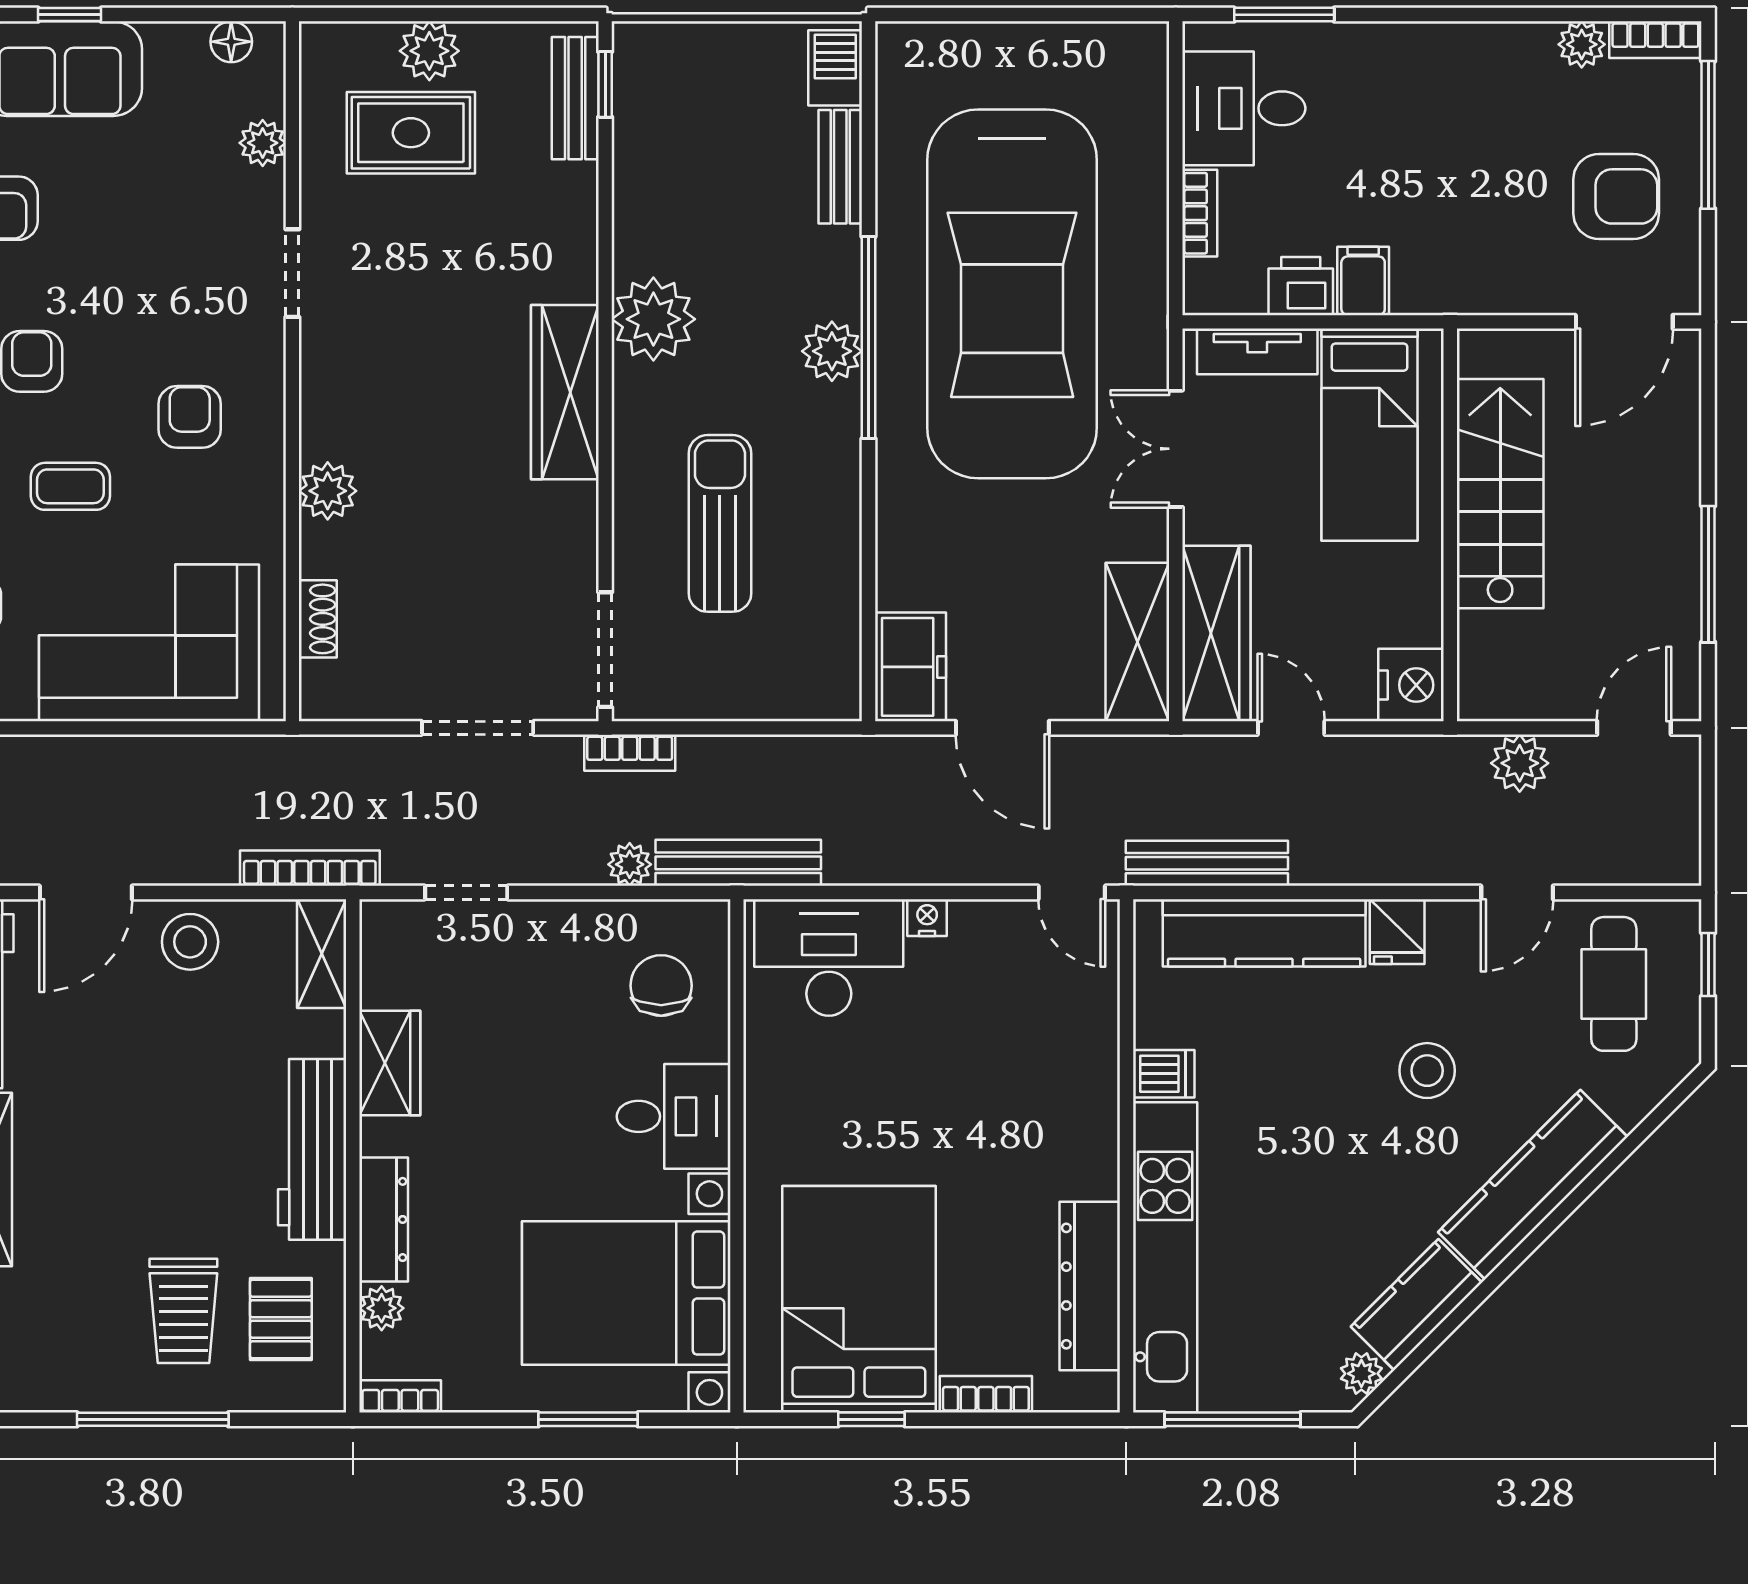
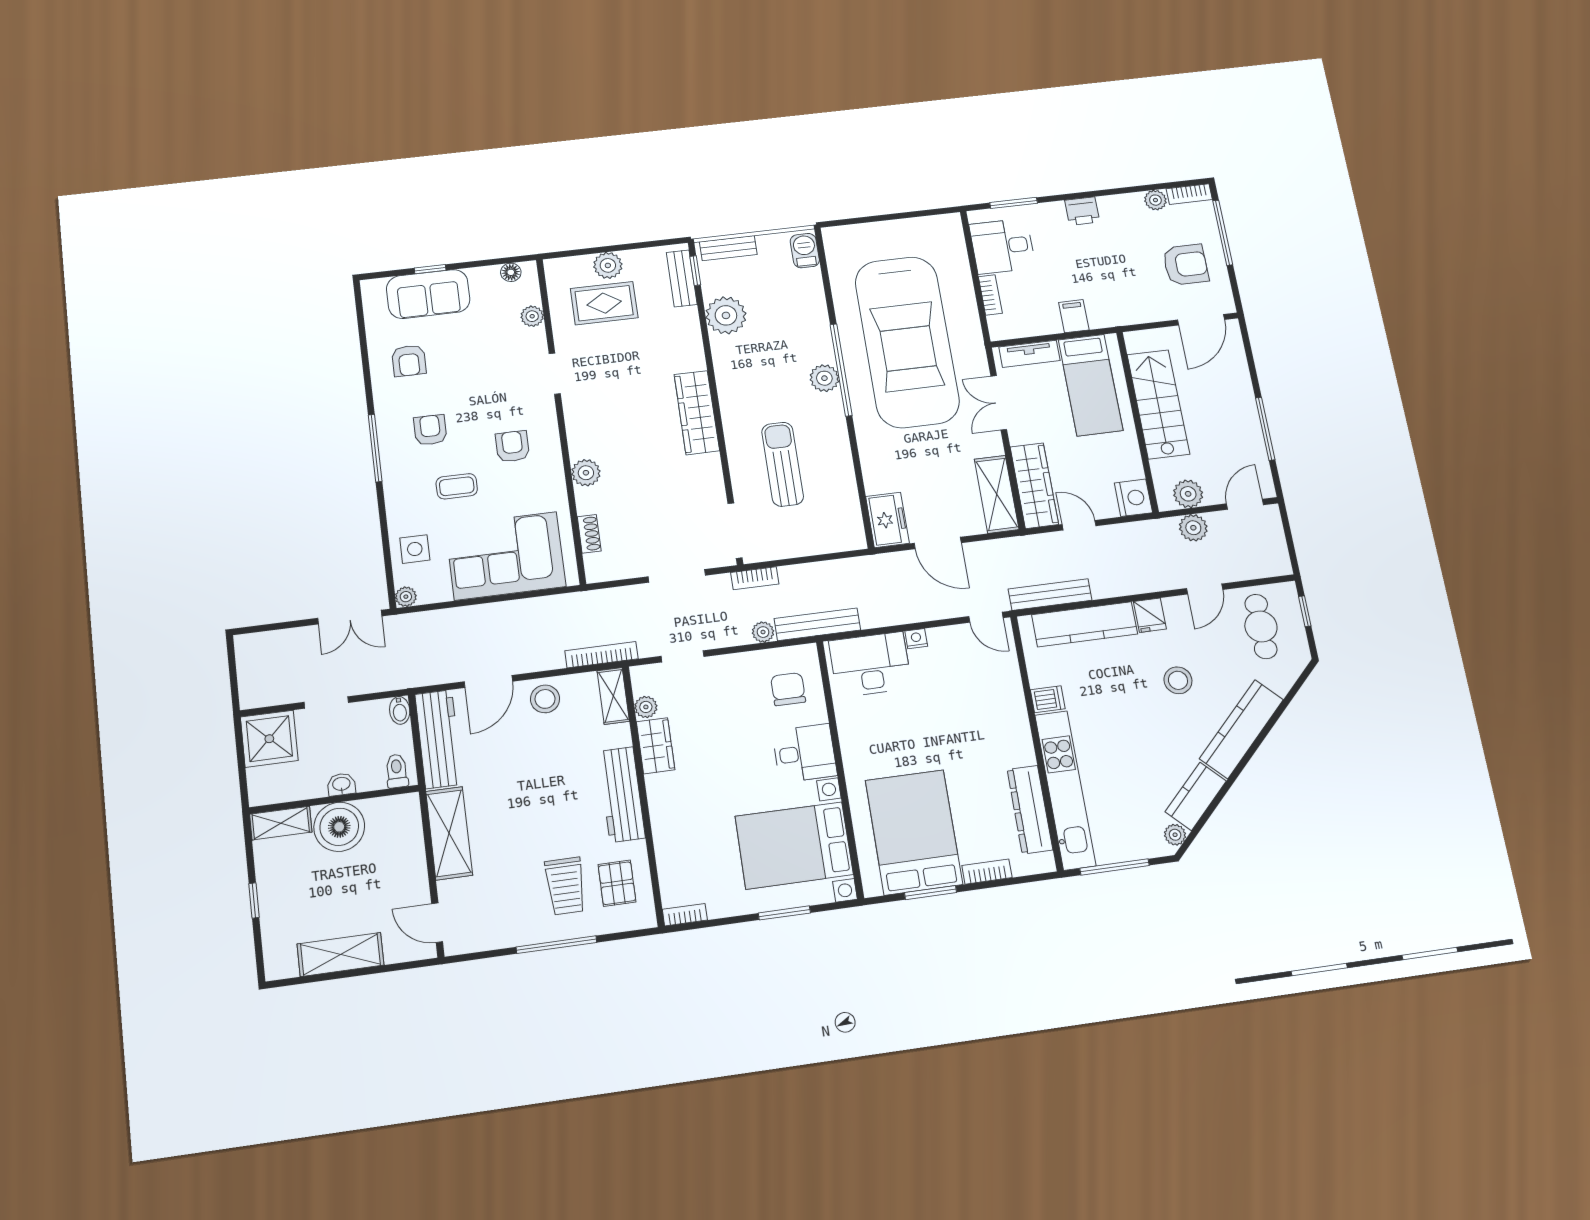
bench: (840, 167) -> (728, 248), moved, turned 90
printer: (1301, 286) -> (1082, 211), moved, turned 180
plant: (653, 319) -> (726, 315), moved
plant: (1523, 691) -> (1188, 494), added
dresser: (384, 1219) -> (663, 825), removed
plant: (382, 1308) -> (646, 707), moved
window: (871, 1419) -> (931, 893), width x1.50

